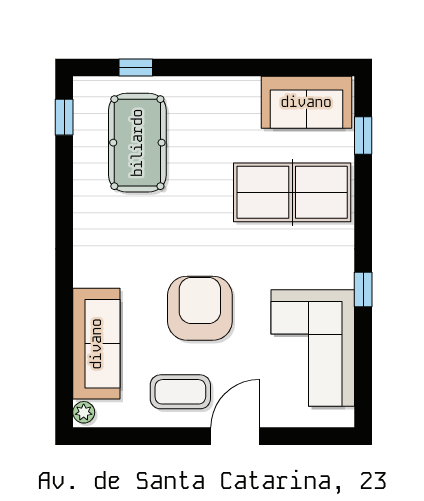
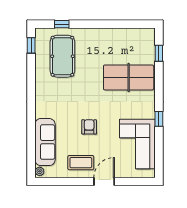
sofa: (306, 102) -> (135, 39), removed
armchair: (200, 308) -> (89, 127), width x0.53, depth x0.53

